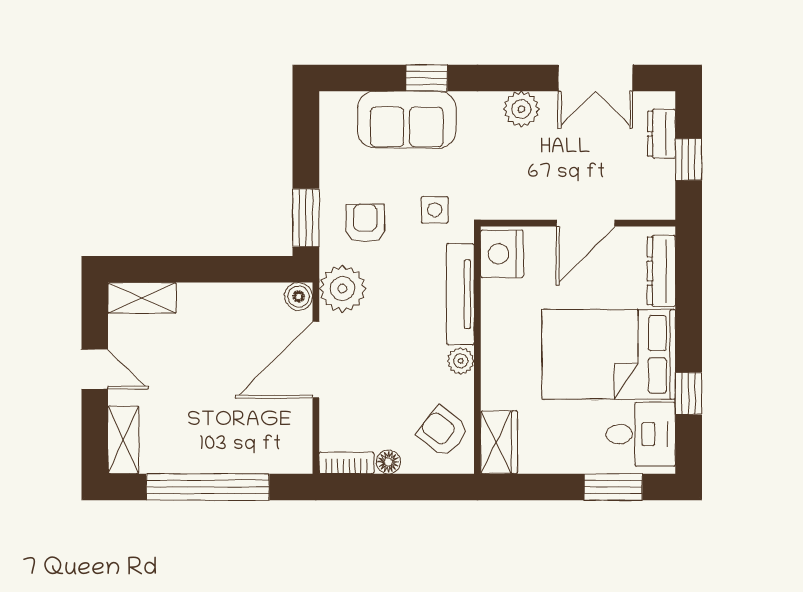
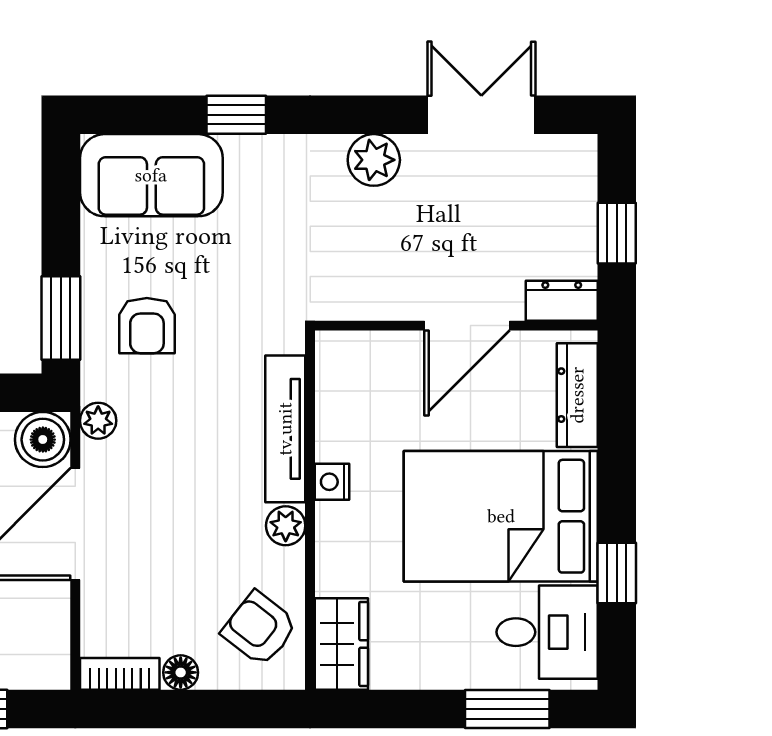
double door: (595, 78) -> (481, 115), swing flipped
sofa: (407, 120) -> (151, 175), moved
dresser: (662, 134) -> (562, 301), moved, turned 90
side table: (435, 210) -> (248, 306), removed
armchair: (365, 223) -> (147, 326), turned 180
nightstand: (502, 254) -> (332, 482), moved, width x0.53, depth x0.56
plant: (342, 289) -> (98, 421), width x0.53, depth x0.53
boiler: (299, 296) -> (43, 440), width x1.36, depth x1.36

